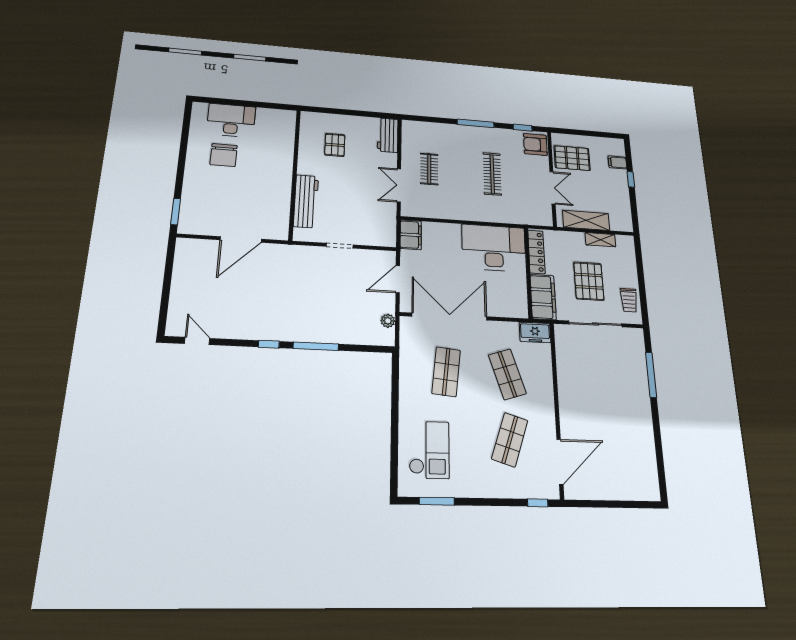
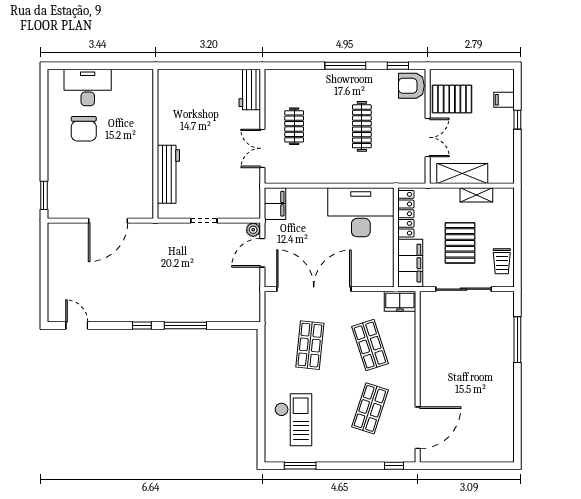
pallet: (335, 145) -> (195, 107), removed
plant: (388, 321) -> (253, 230), moved

